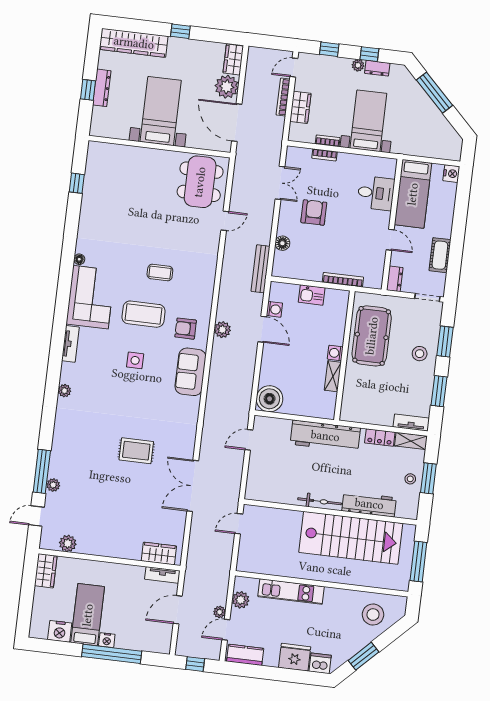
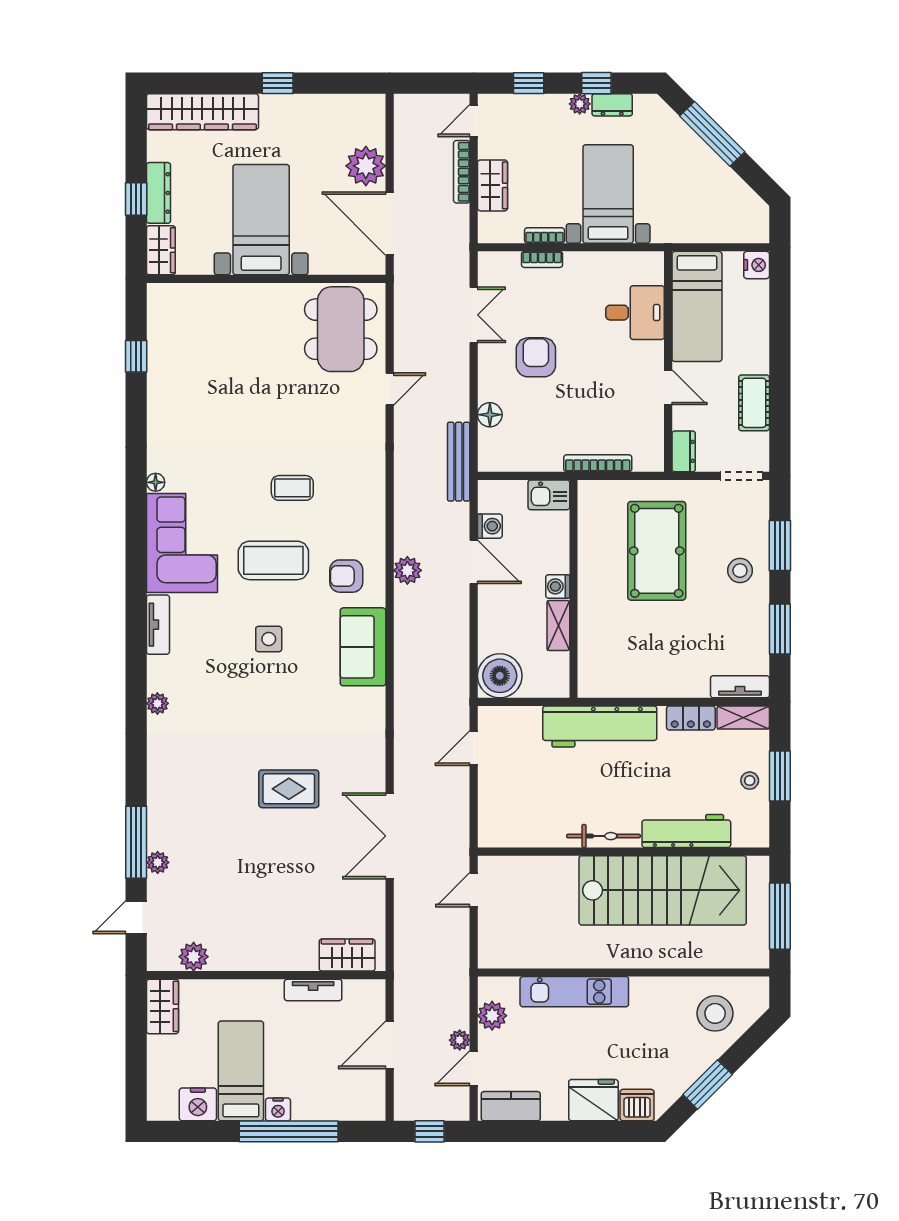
wardrobe: (233, 59) -> (161, 250), moved, turned 180
washing machine: (335, 353) -> (558, 586), moved
wall: (344, 356) -> (574, 589), moved
shelving: (333, 376) -> (558, 626), moved
tv unit: (162, 575) -> (313, 990), moved

